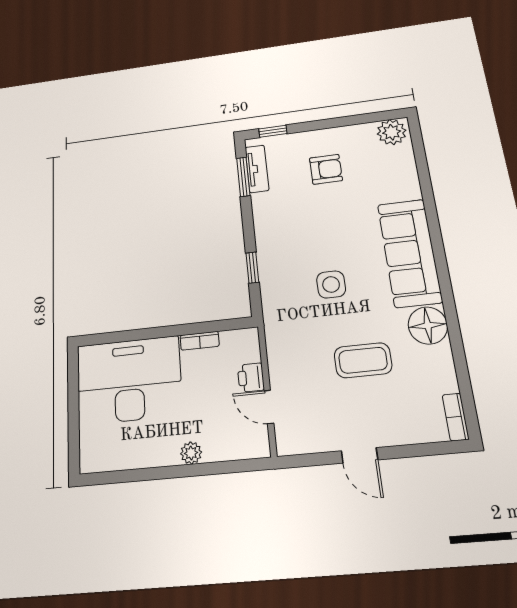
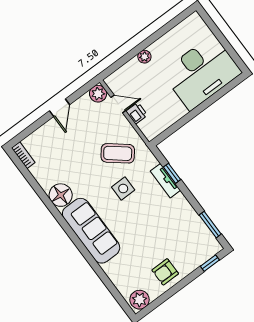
tv unit: (257, 169) -> (165, 181), moved
armchair: (326, 169) -> (165, 272), moved
bookcase: (200, 341) -> (176, 116), removed
coffee table: (363, 360) -> (118, 153), moved, turned 39
plant: (289, 441) -> (98, 94), added
door: (359, 455) -> (60, 108), swing flipped

